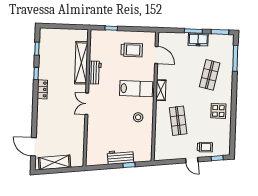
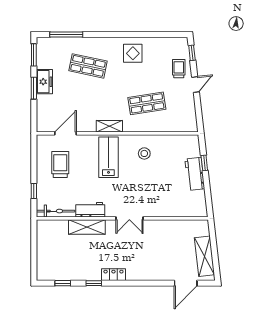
bicycle: (95, 45) -> (56, 211), added
shelving: (81, 63) -> (87, 227), width x0.68

